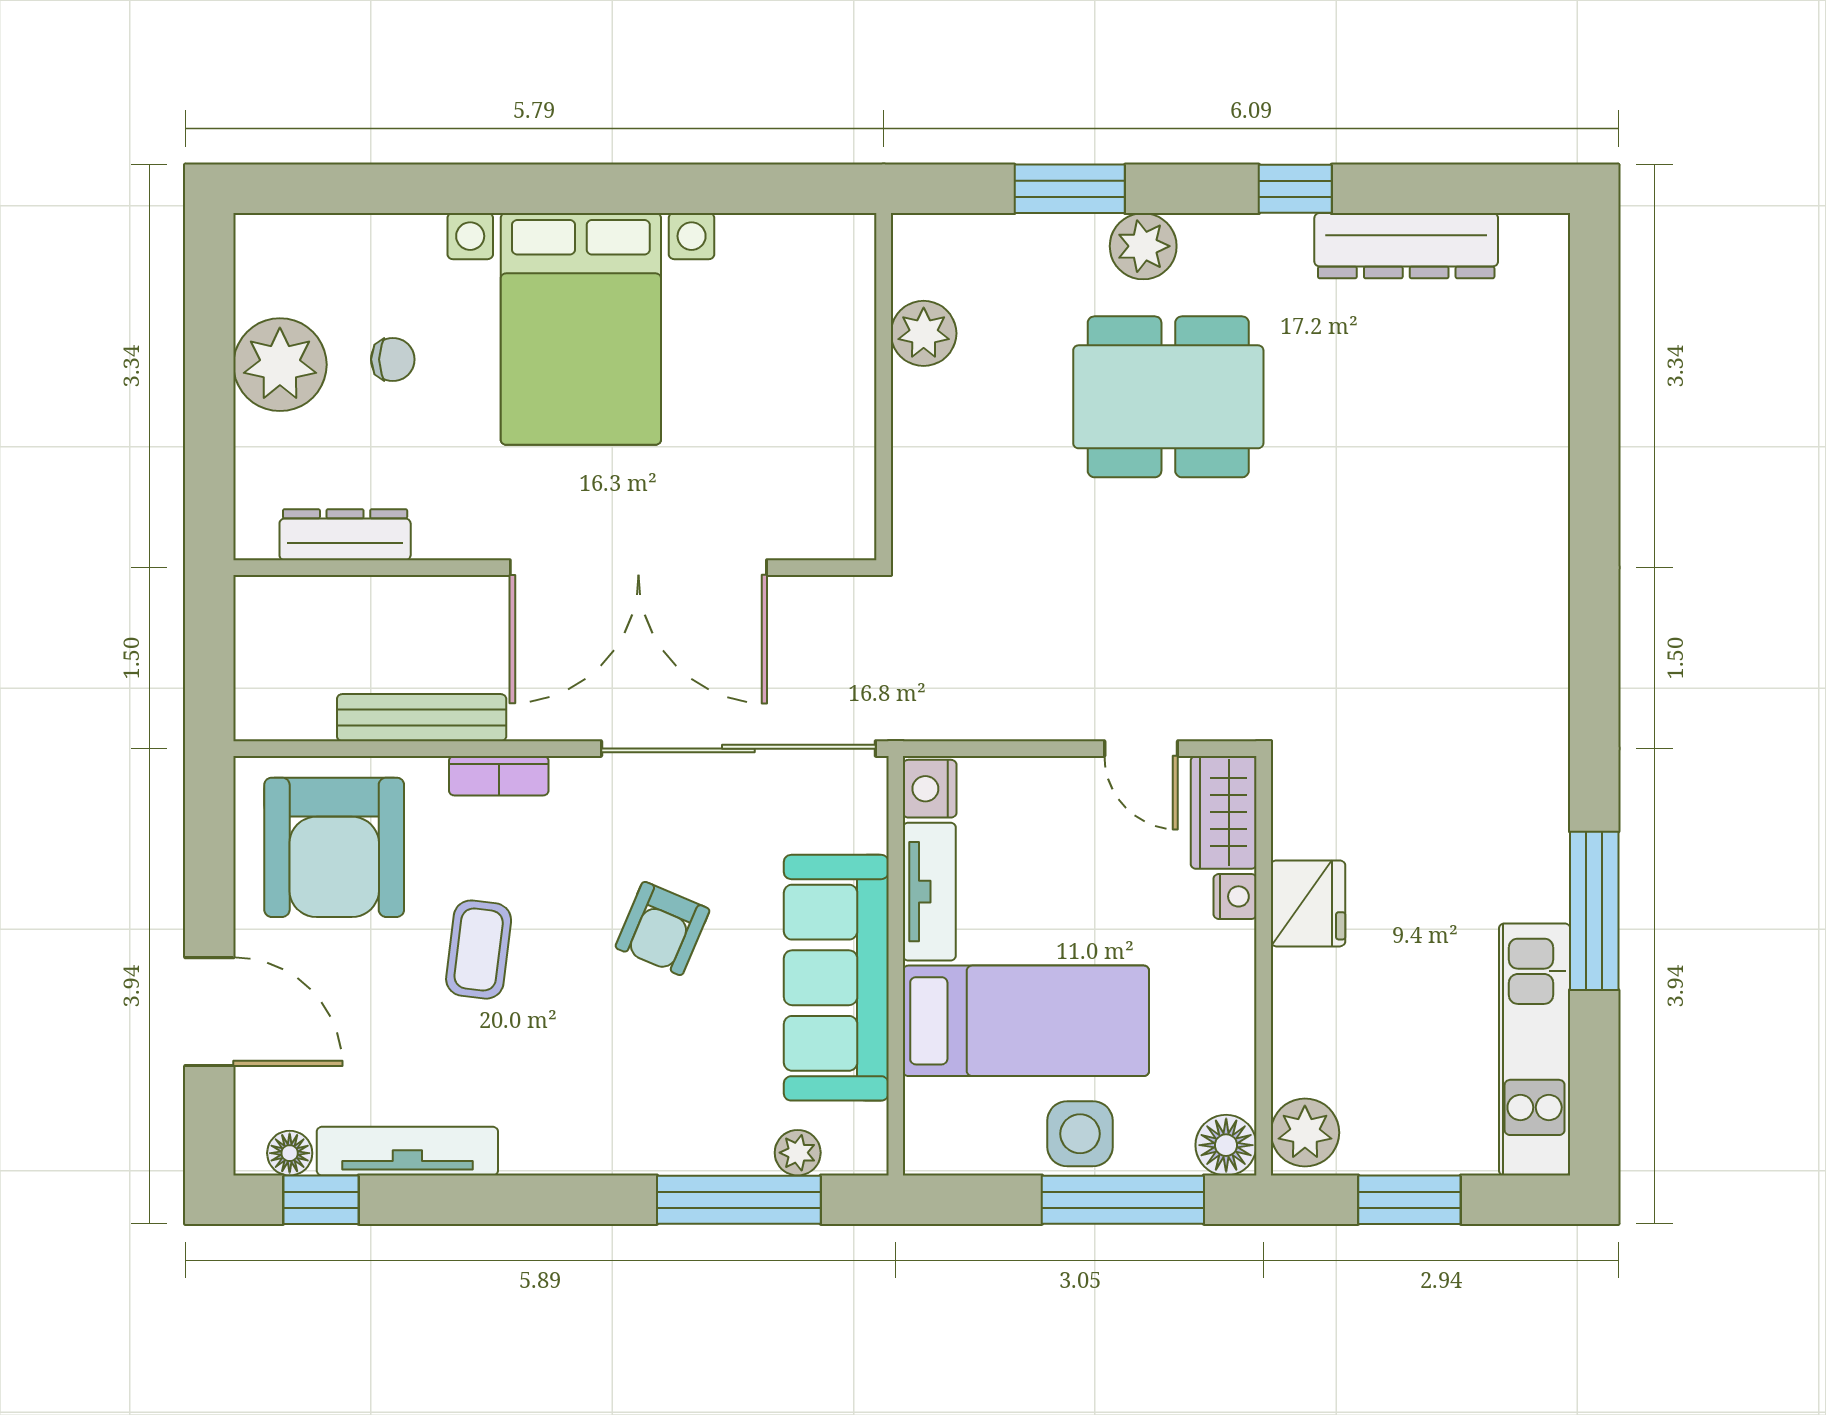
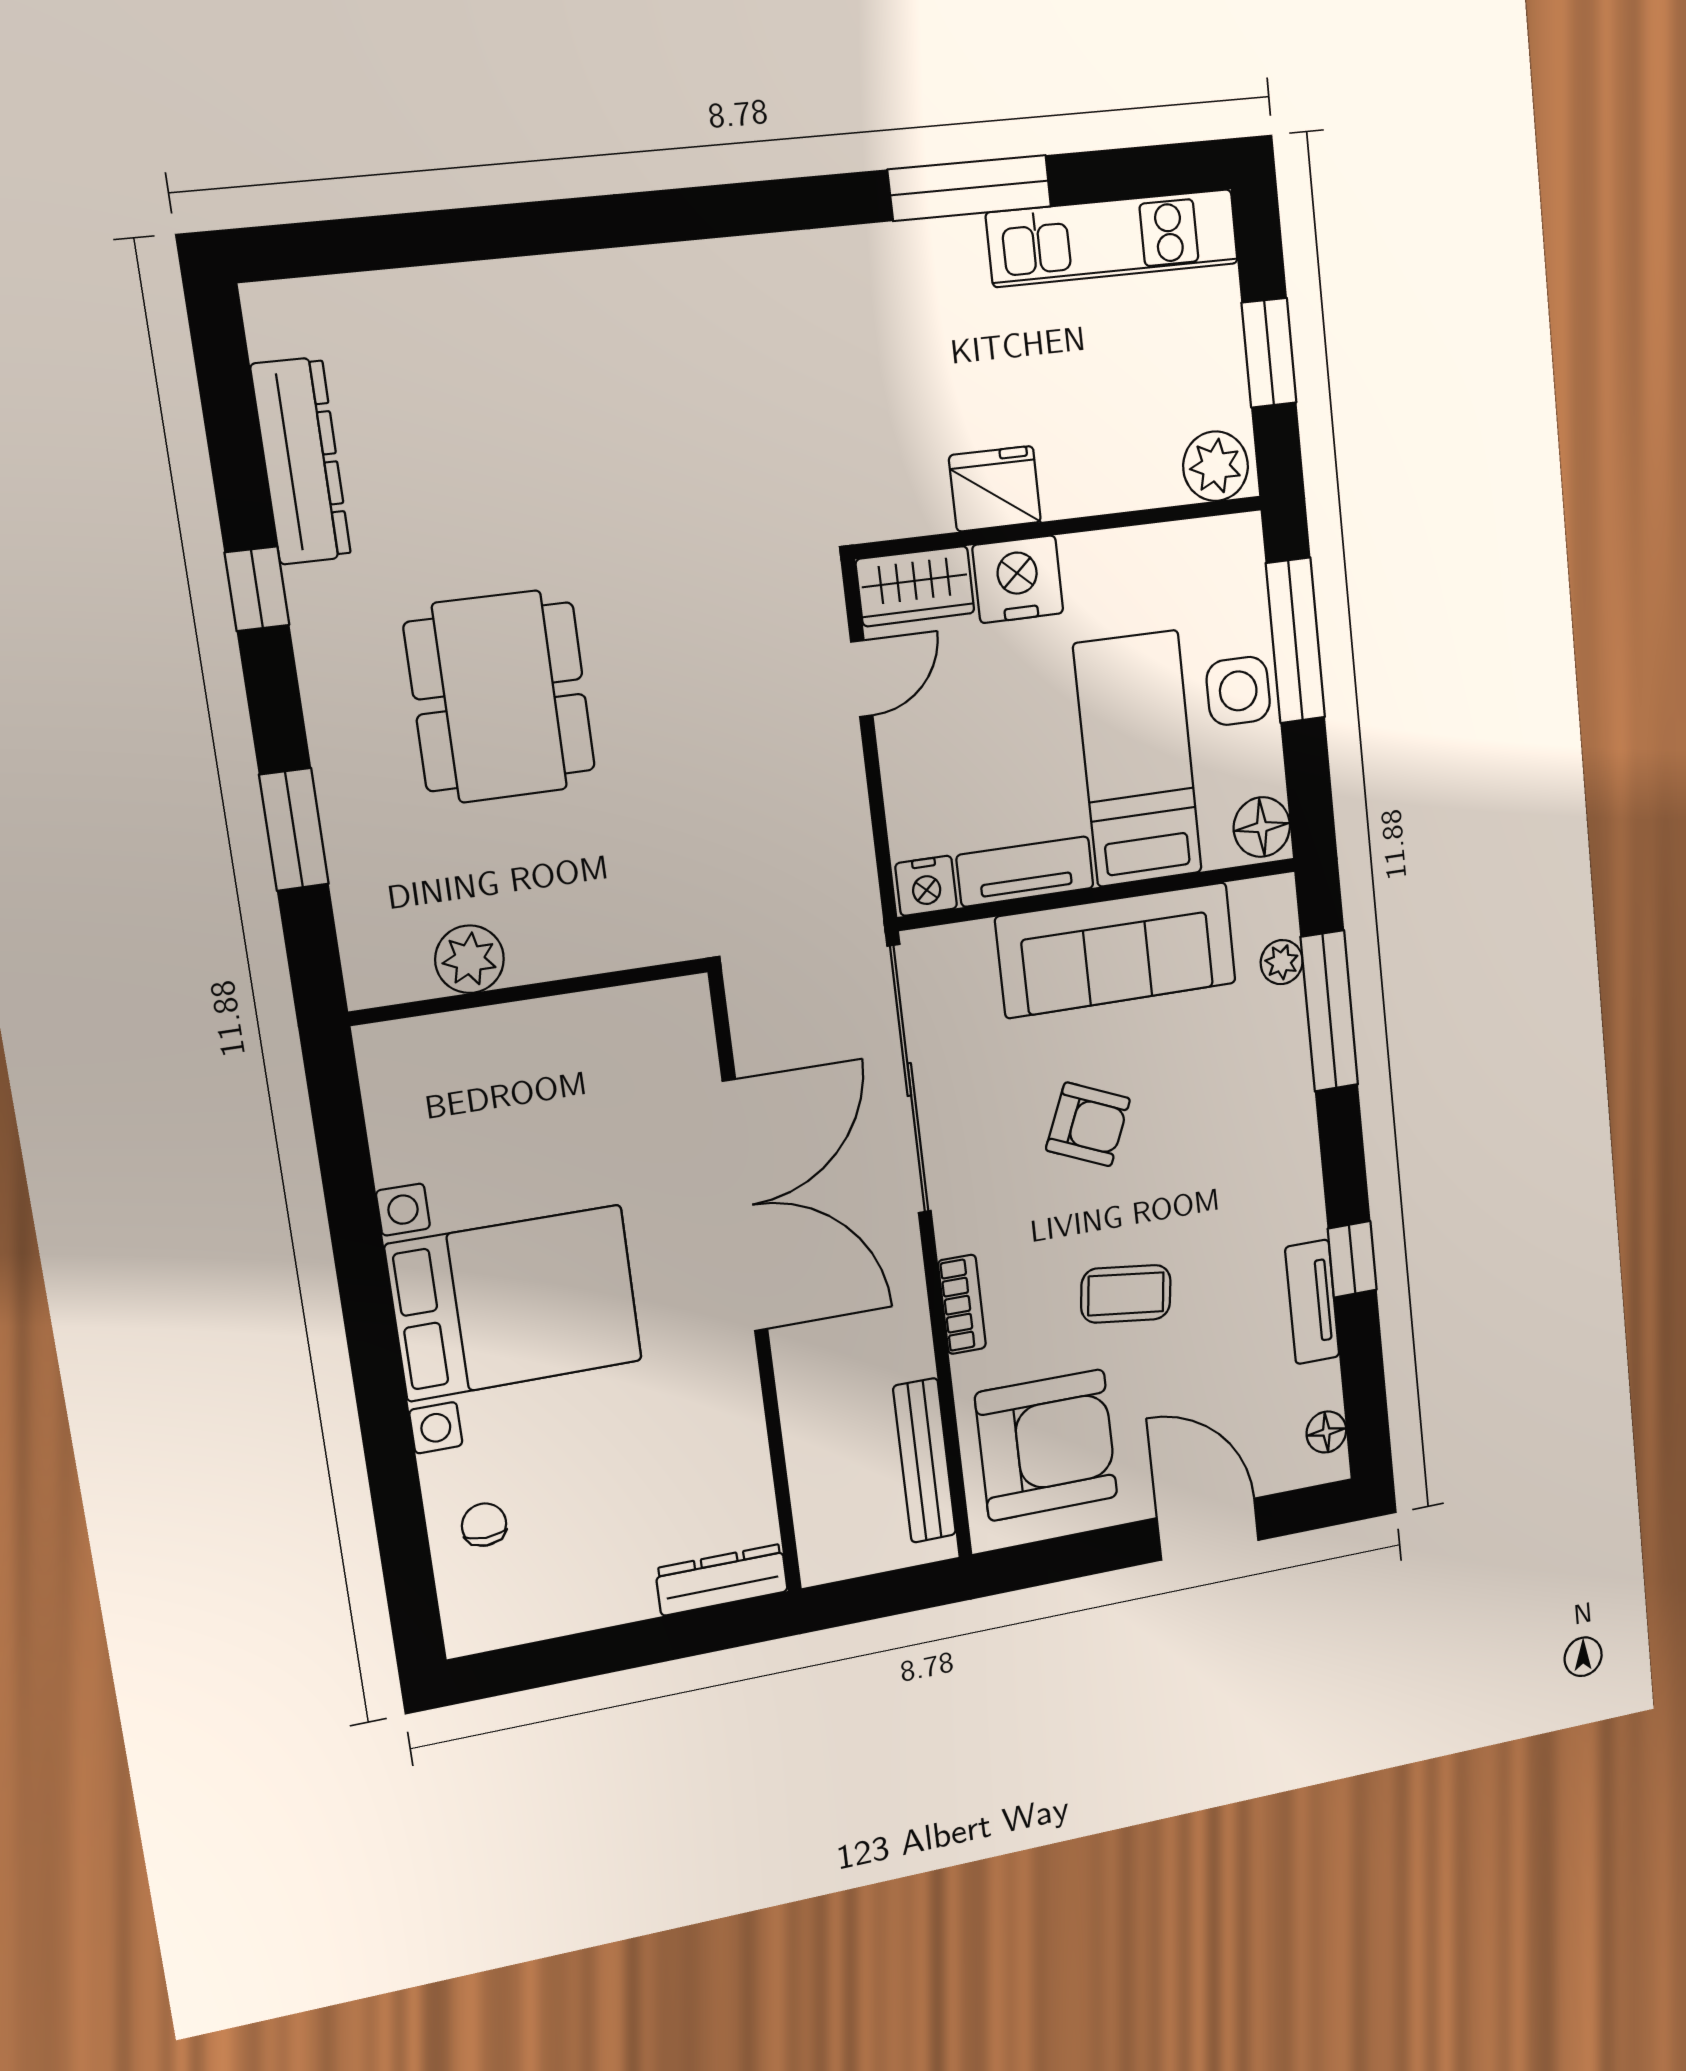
plant: (1143, 246) -> (344, 744), removed
chair: (393, 359) -> (484, 1525), moved
plant: (280, 365) -> (592, 1585), removed
dresser: (345, 535) -> (722, 1580), moved, turned 90
bench: (422, 718) -> (925, 1461), moved
nightstand: (1235, 896) -> (1018, 579), width x1.89, depth x1.79
door: (209, 1012) -> (1208, 1529), hinge flipped
floor lamp: (1226, 1145) -> (1262, 827), moved
tv unit: (407, 1151) -> (1312, 1302), width x0.71
window: (321, 1200) -> (1352, 1259), moved

